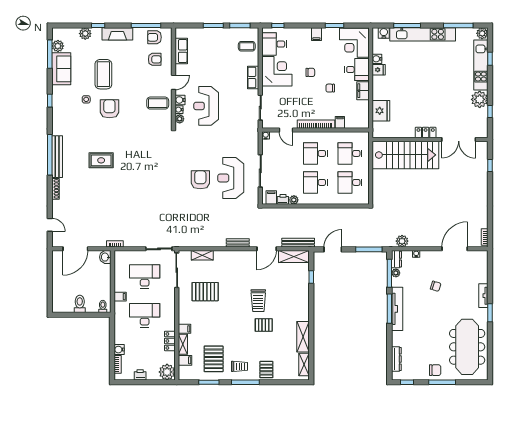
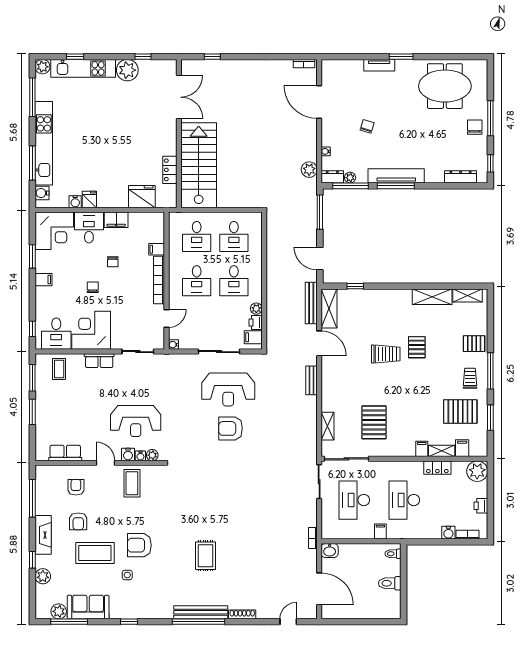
armchair: (154, 37) -> (78, 521), moved
locker: (426, 133) -> (170, 170), moved
meeting table: (467, 347) -> (445, 86), width x0.73

